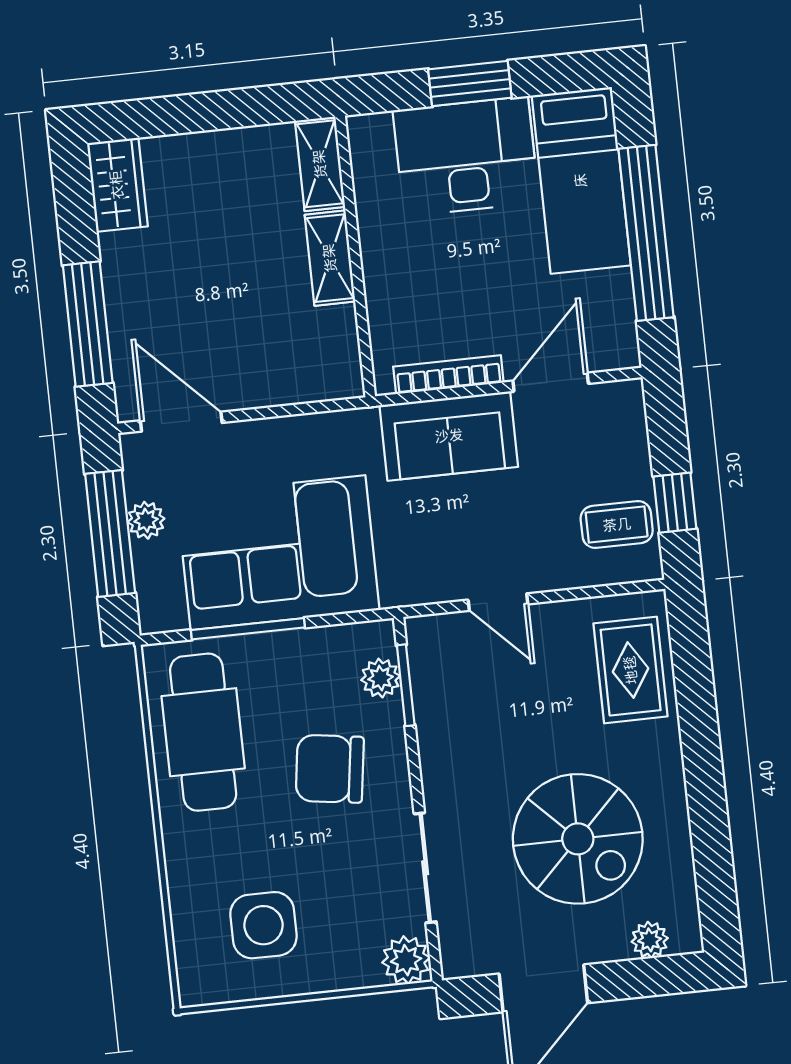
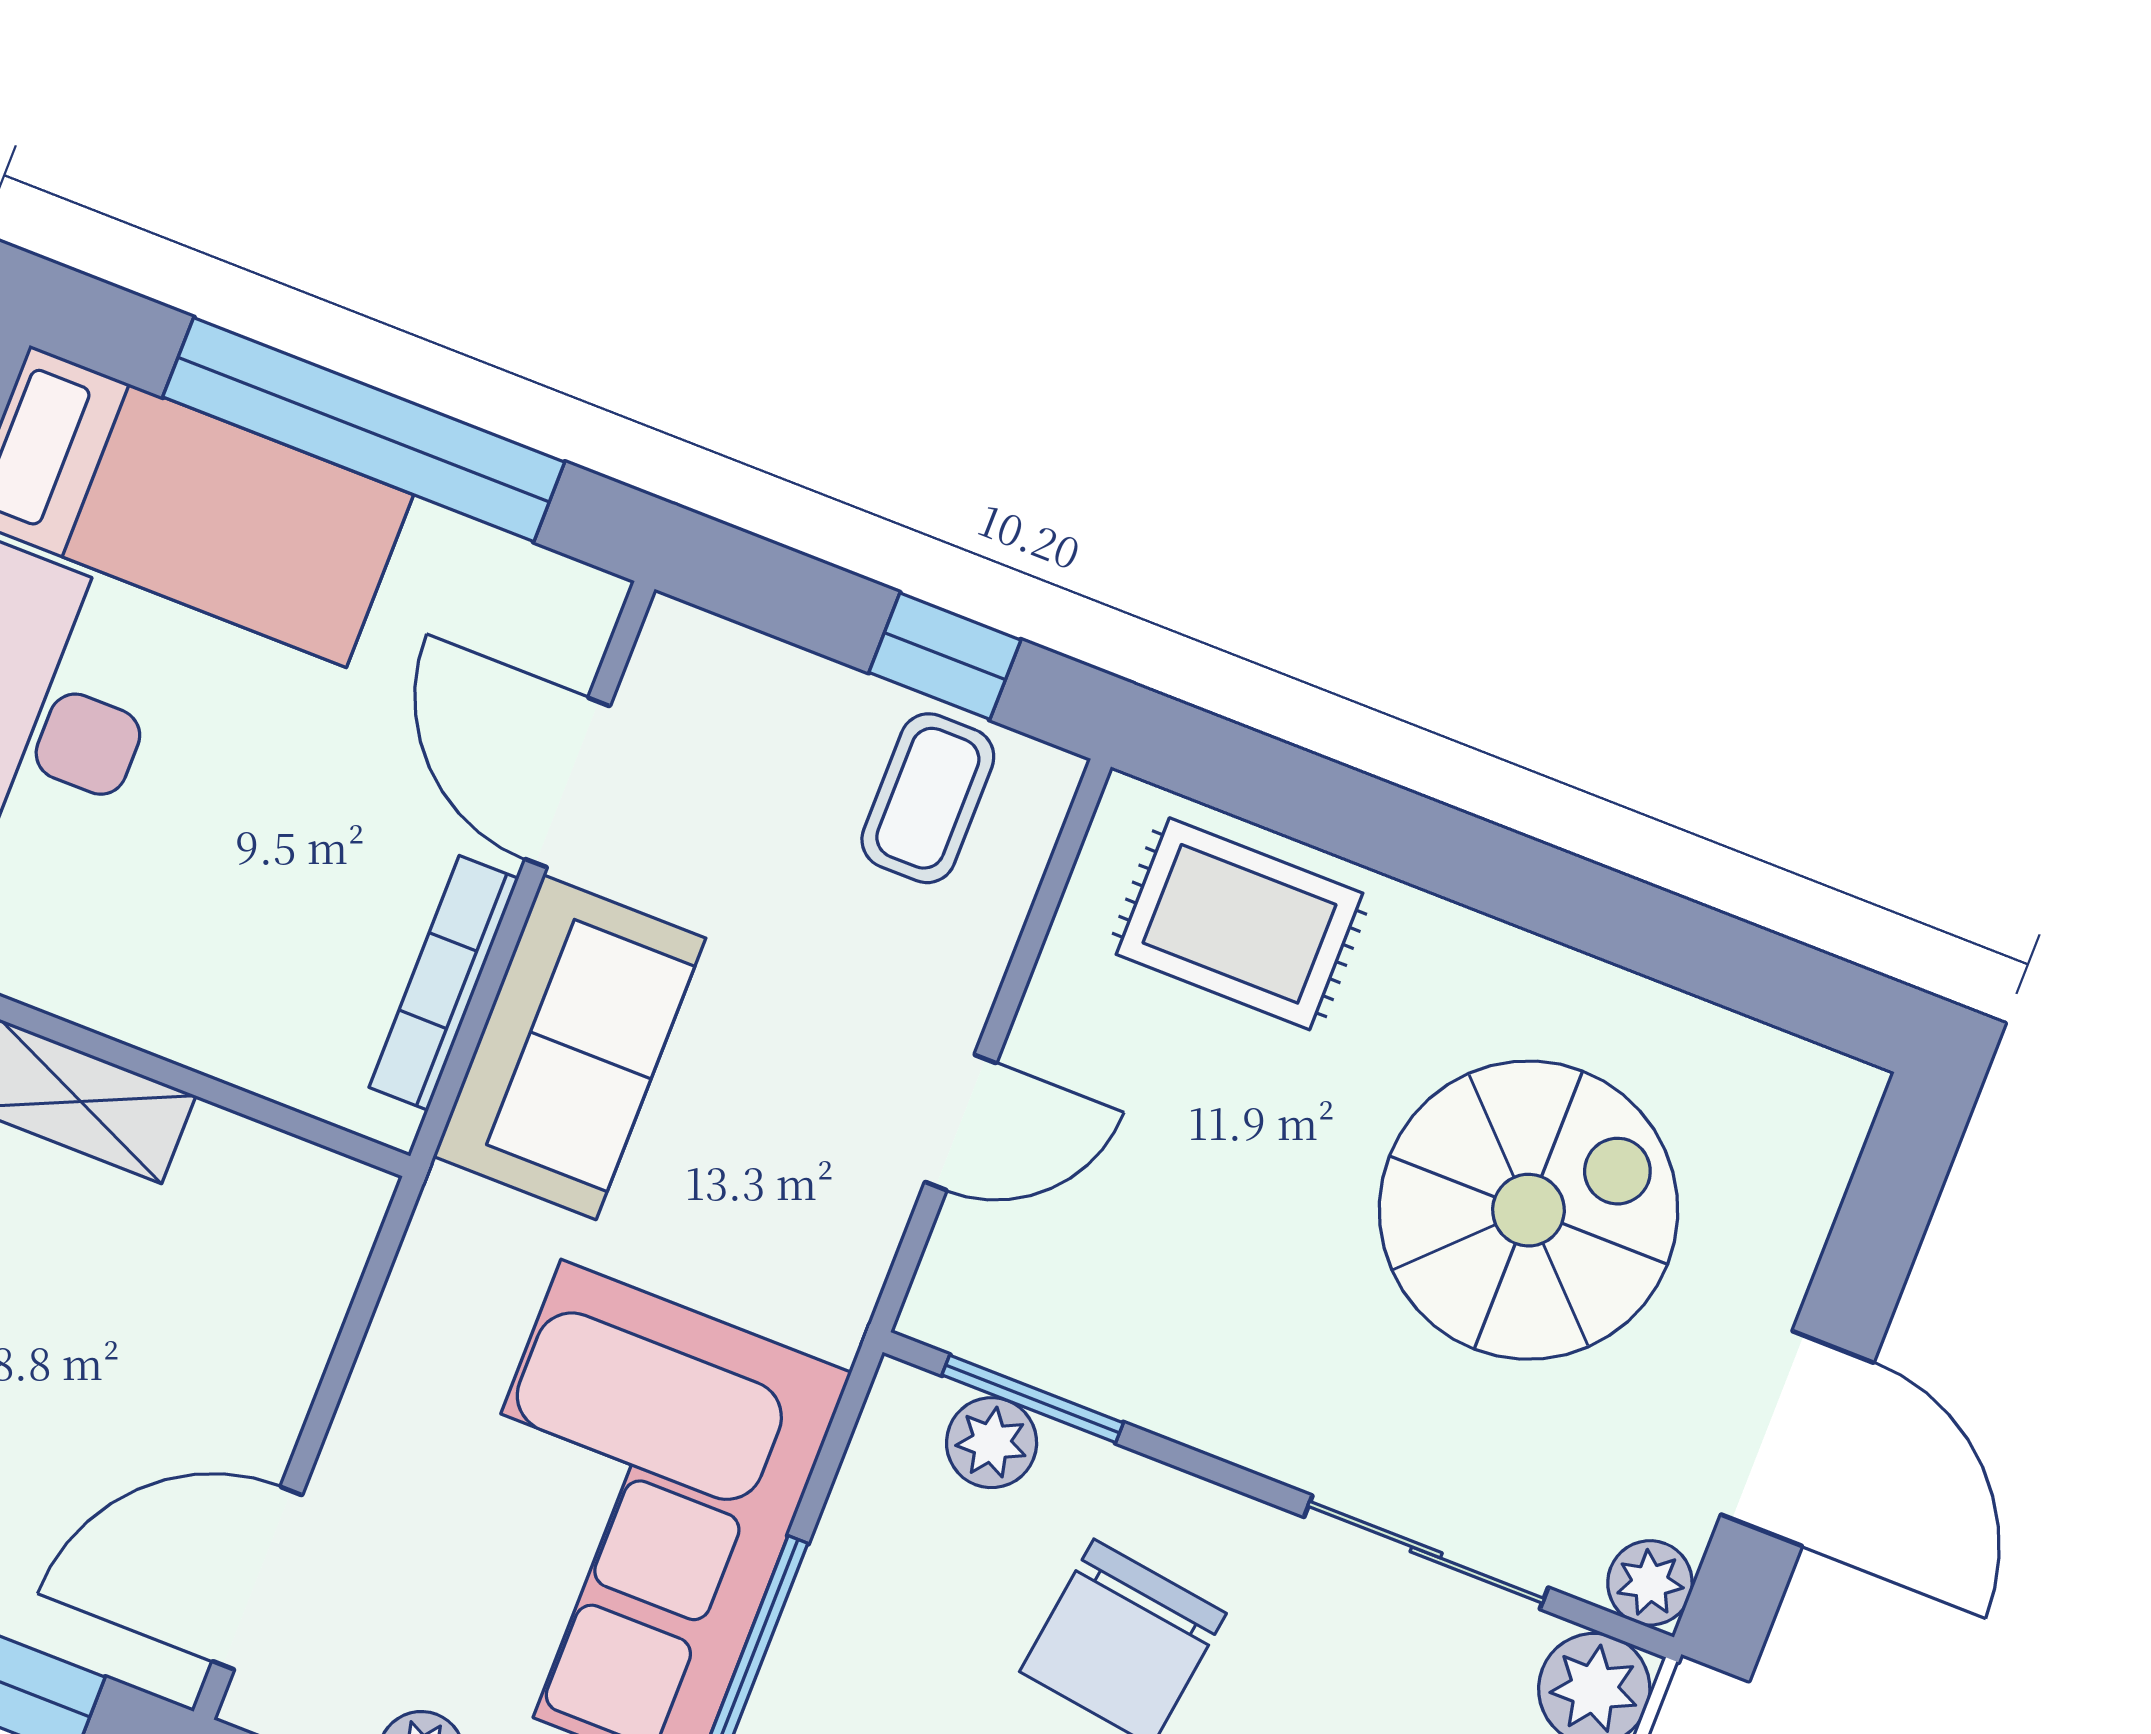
plant: (650, 940) -> (1650, 1583), moved

